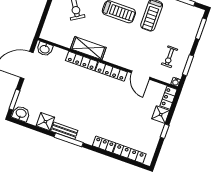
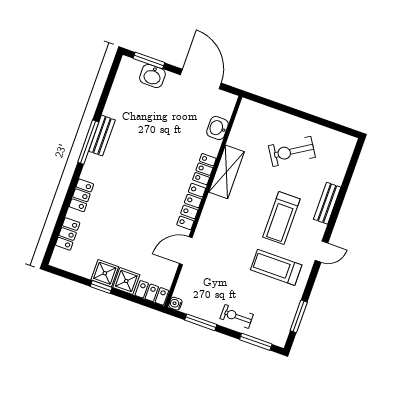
washbasin: (45, 49) -> (217, 128), moved
exercise bike: (169, 57) -> (237, 316), moved
locker: (82, 61) -> (204, 169), width x0.66
washbasin: (21, 114) -> (152, 76), moved, turned 90
shower: (45, 122) -> (105, 273), moved
locker: (129, 153) -> (68, 234), width x0.66

